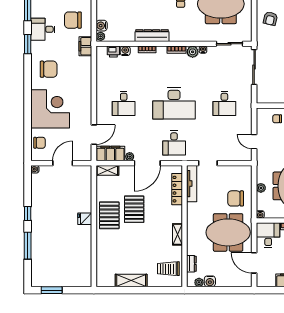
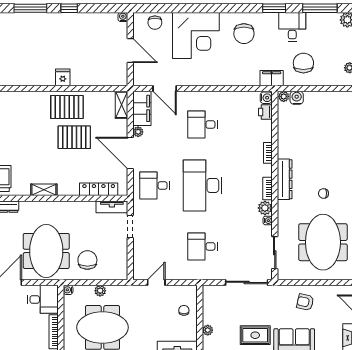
dresser: (152, 36) -> (285, 179), moved
water cooler: (125, 51) -> (266, 98), moved
tv unit: (192, 184) -> (112, 207), width x0.71

